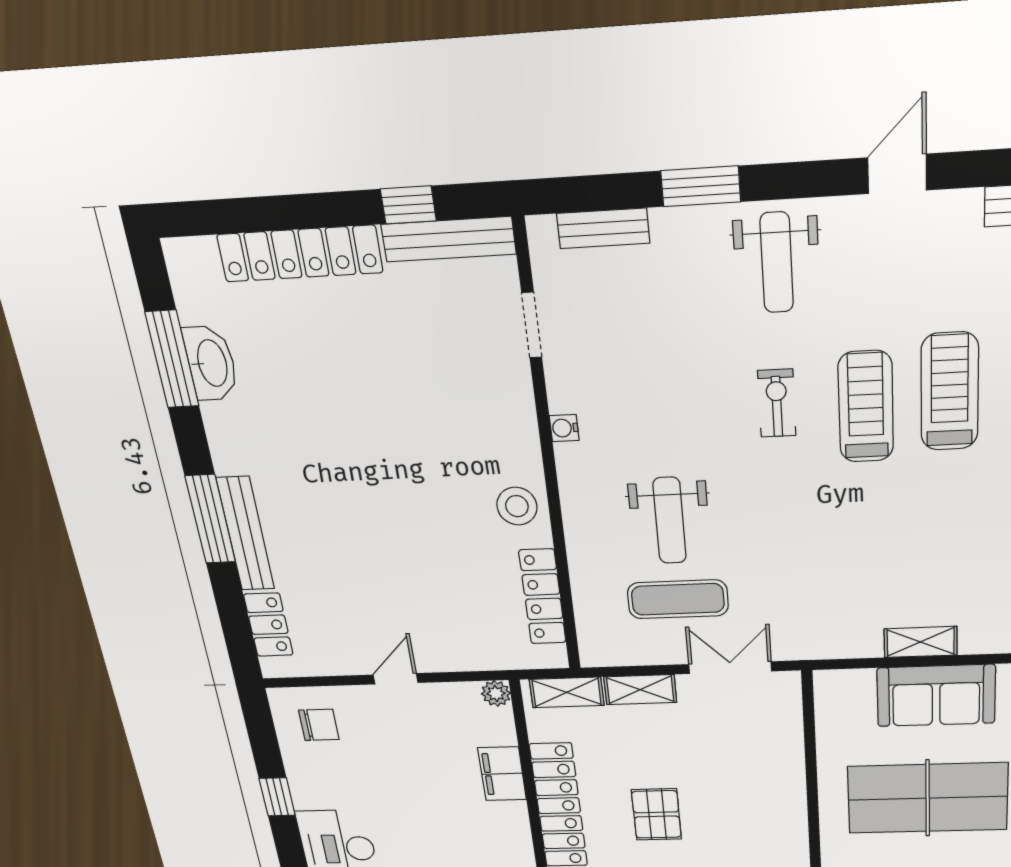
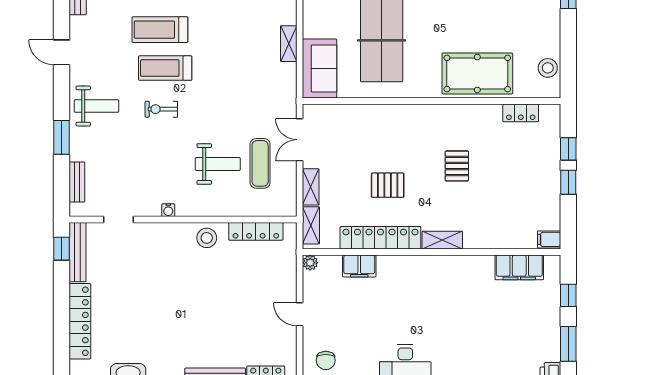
window: (408, 205) -> (62, 249), moved
sofa: (936, 696) -> (320, 68), moved
chair: (319, 725) -> (326, 360), turned 180

